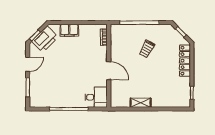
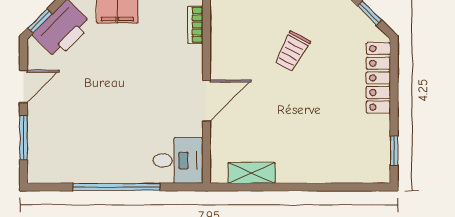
door: (109, 71) -> (206, 101), hinge flipped
shelving: (141, 103) -> (252, 173), moved

